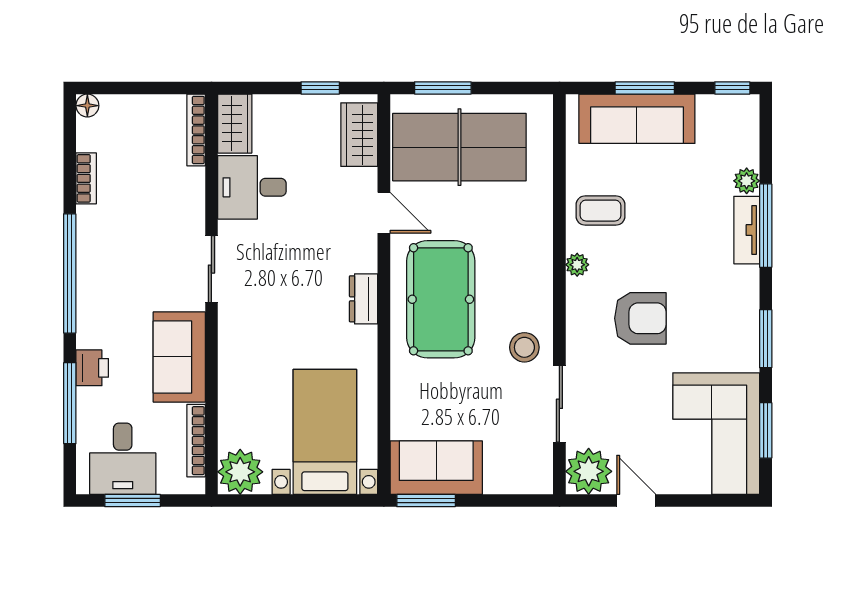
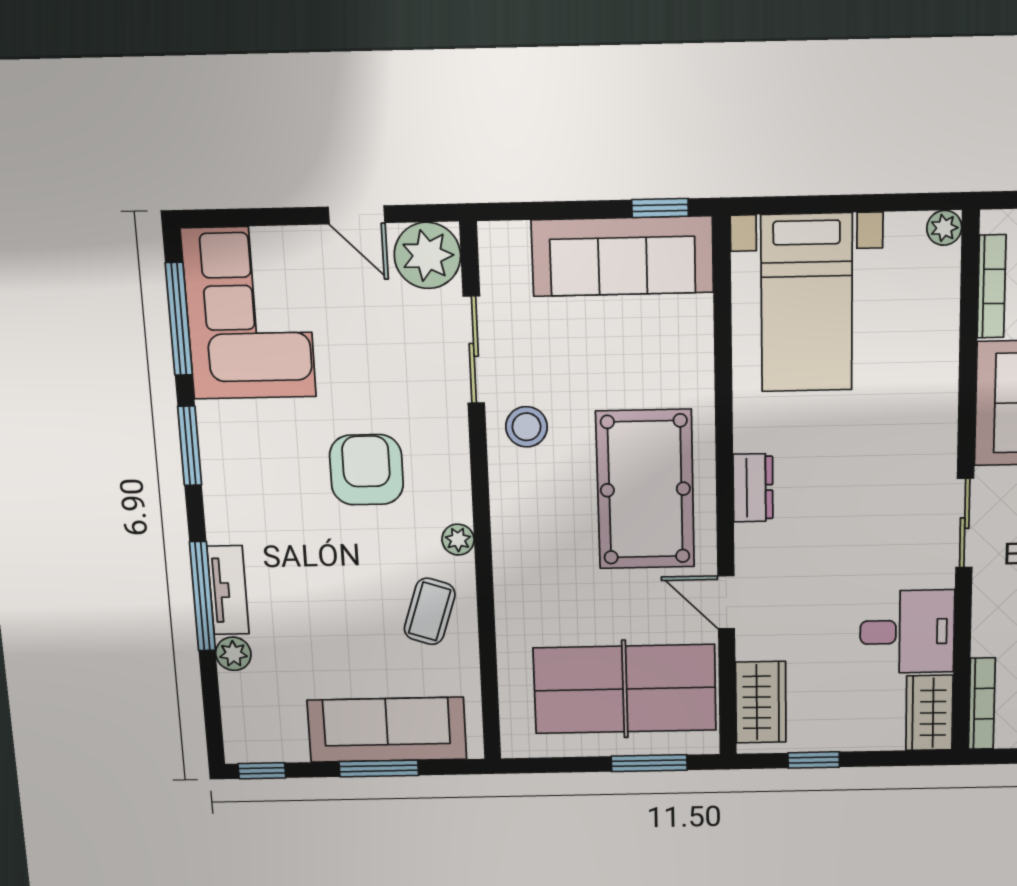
coffee table: (600, 211) -> (430, 611), turned -72
armchair: (640, 318) -> (366, 470), turned 90
window: (766, 430) -> (179, 319), width x1.44
sofa: (436, 468) -> (623, 256), width x1.36
plant: (240, 472) -> (944, 228), width x0.53, depth x0.53
window: (426, 501) -> (660, 208), width x0.67

